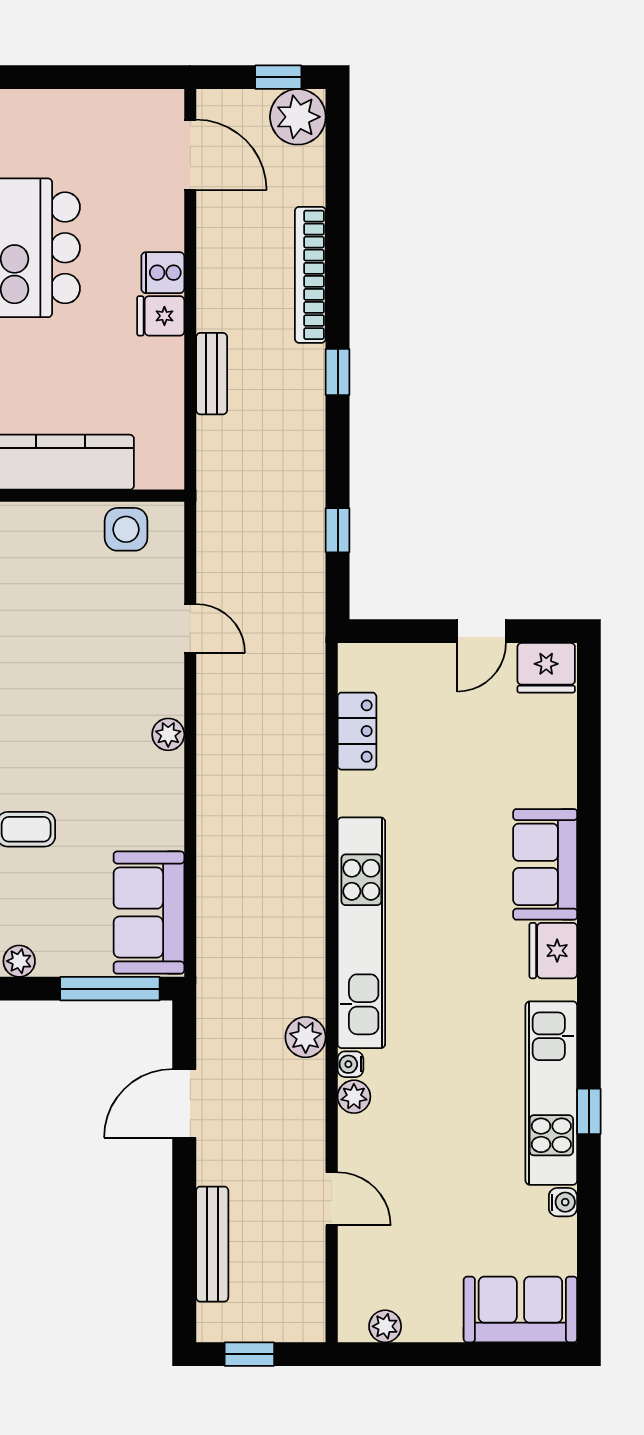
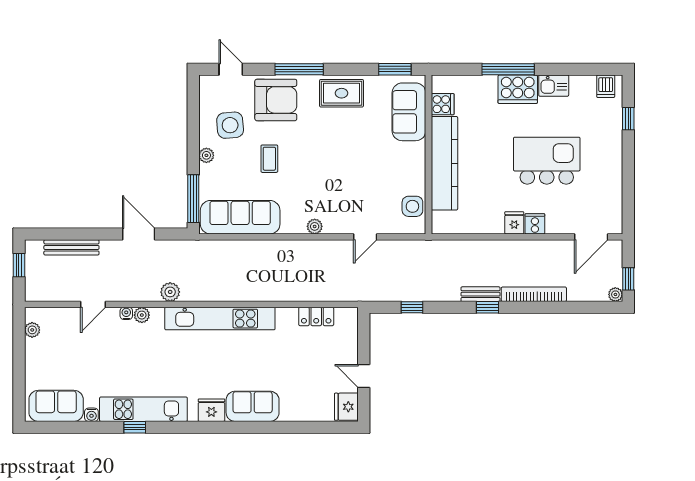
plant: (298, 117) -> (615, 294), width x0.53, depth x0.53
bench: (212, 374) -> (480, 294), moved
sofa: (149, 913) -> (240, 217), width x1.36
water cooler: (350, 1064) -> (126, 313), moved
sofa: (520, 1309) -> (56, 406), moved, turned -90

